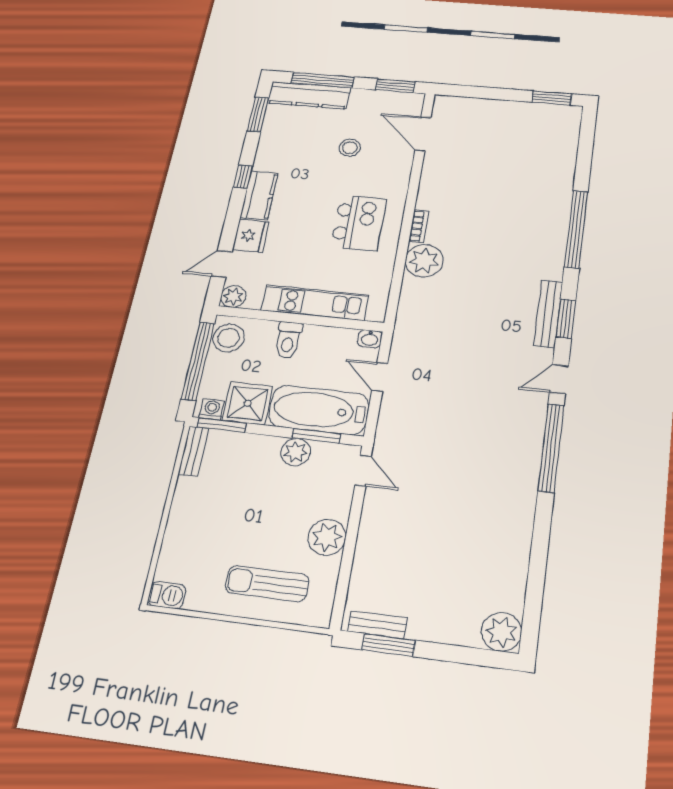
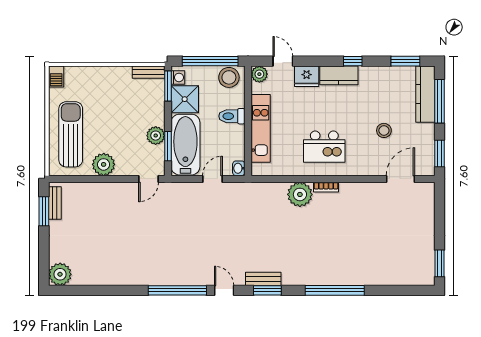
bench: (548, 314) -> (263, 279), width x0.73
sun lounger: (267, 584) -> (71, 134), width x1.36, depth x1.34

